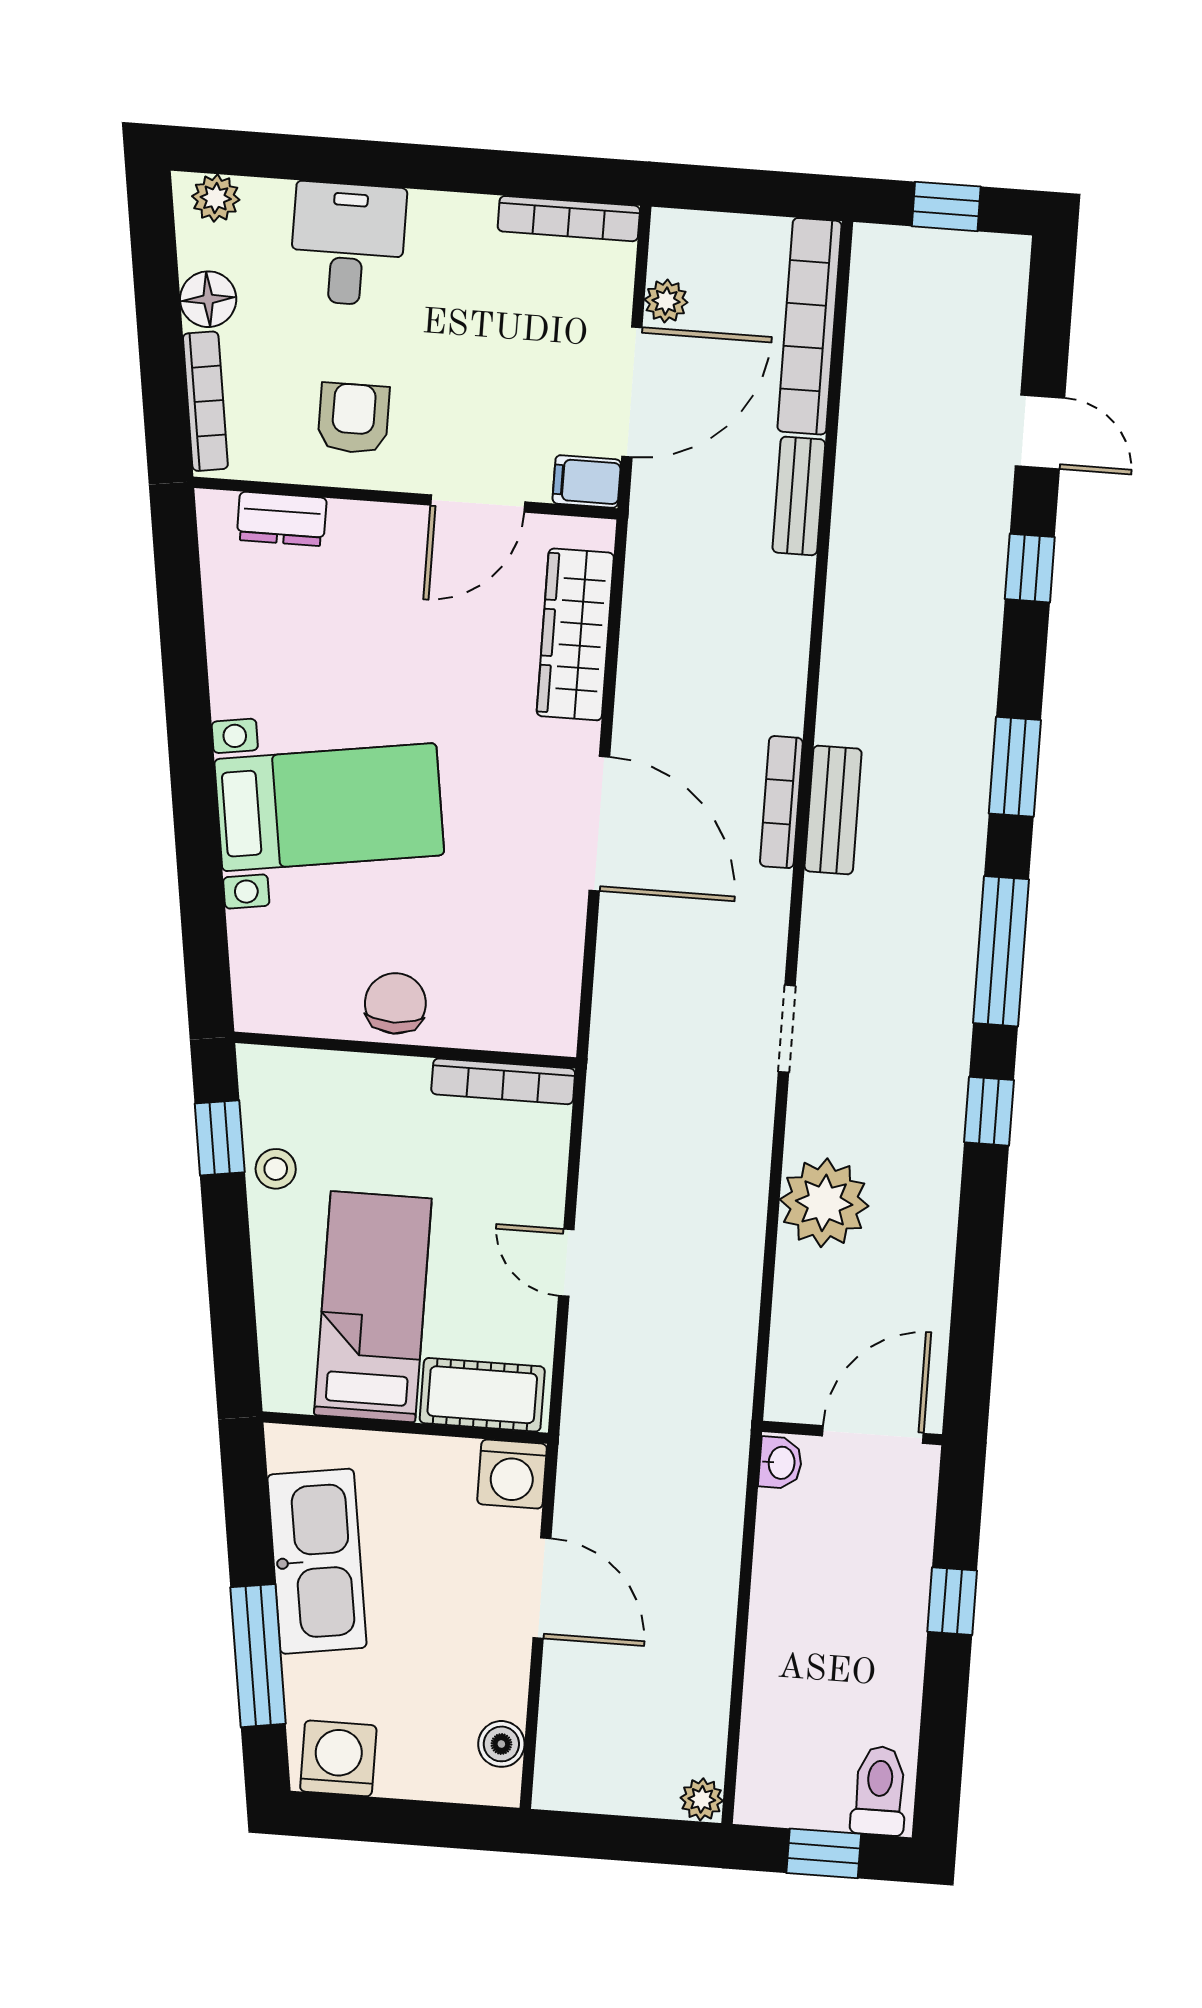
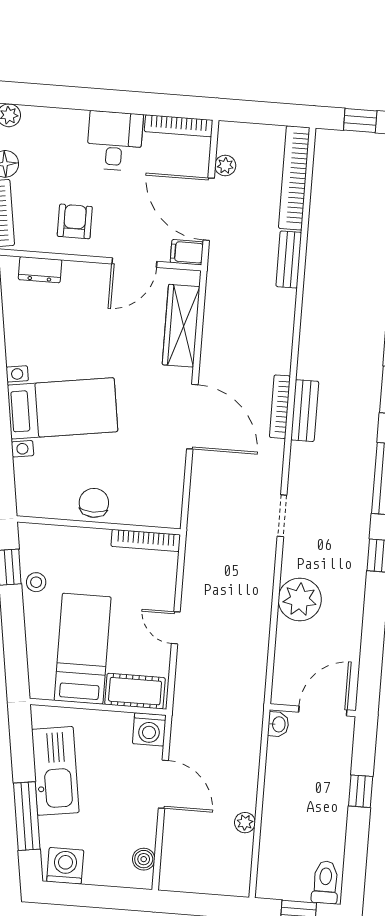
desk: (348, 244) -> (115, 141), moved
door: (632, 392) -> (209, 209), swing flipped
plant: (702, 1799) -> (245, 823), moved

